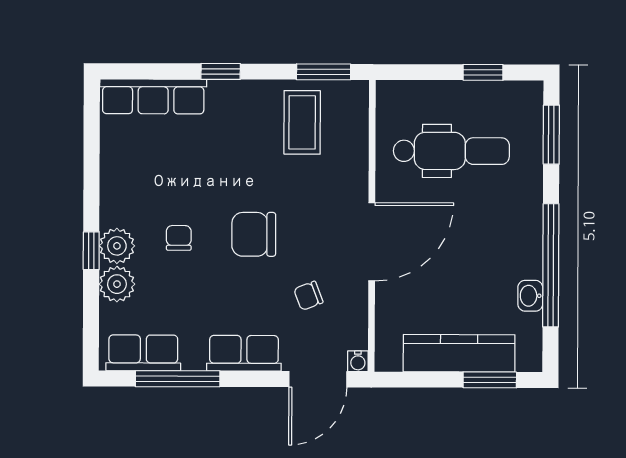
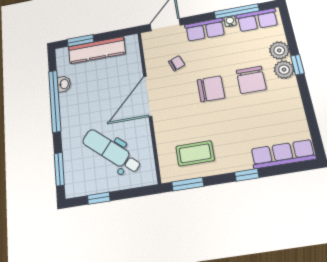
coffee table: (302, 122) -> (195, 153), turned 90
dental chair: (451, 151) -> (111, 151), turned 40
chair: (179, 238) -> (251, 80), width x1.87, depth x1.87
water cooler: (358, 361) -> (230, 21), moved

